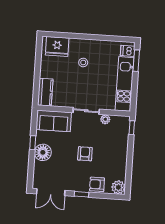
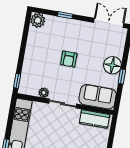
kitchen counter: (45, 92) -> (94, 119), moved, turned -90
armchair: (97, 184) -> (60, 26), removed
window: (82, 194) -> (65, 15), moved

